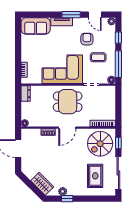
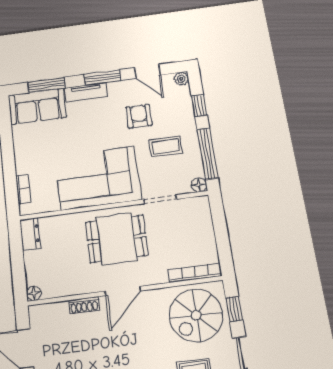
window: (42, 15) -> (46, 85), added

